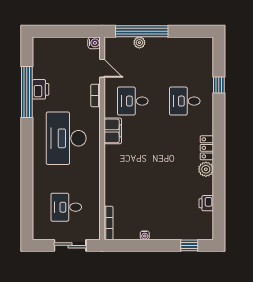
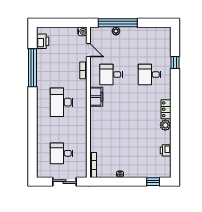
printer: (41, 89) -> (43, 41), moved
desk: (66, 138) -> (62, 102), width x0.73, depth x0.77

